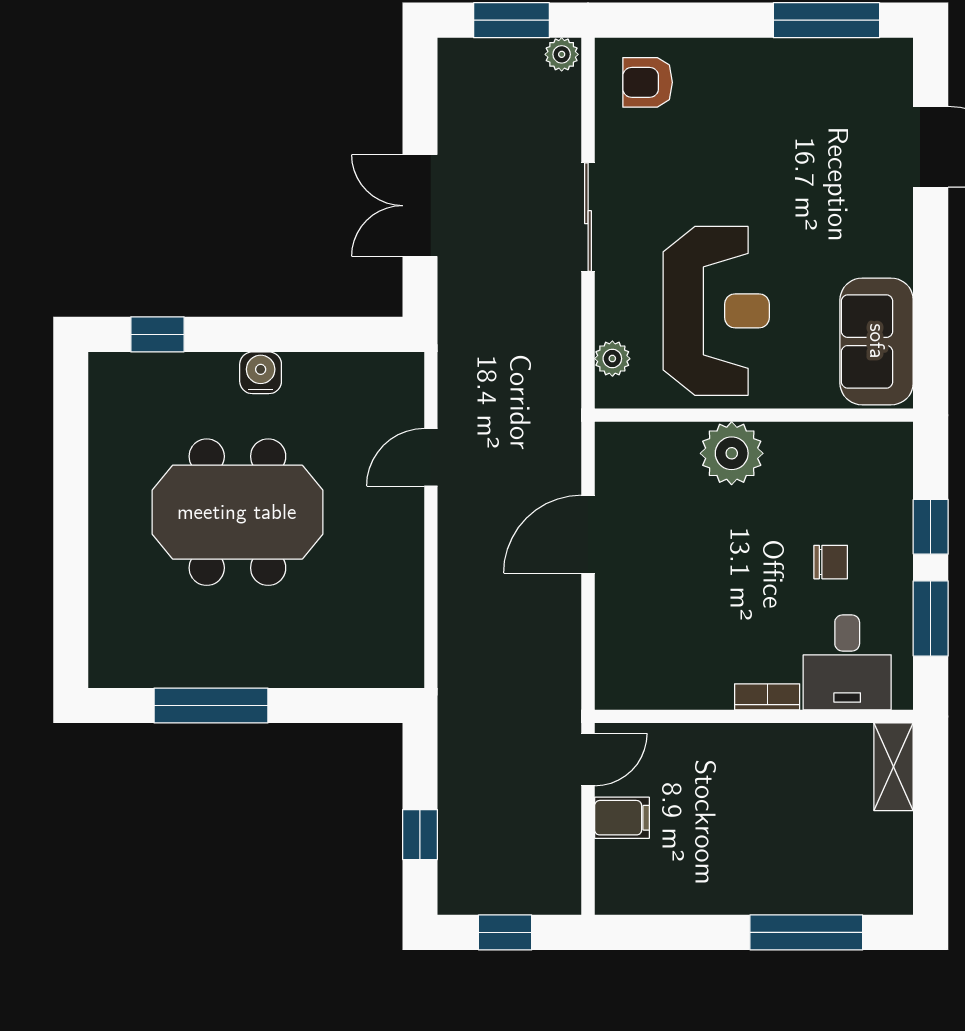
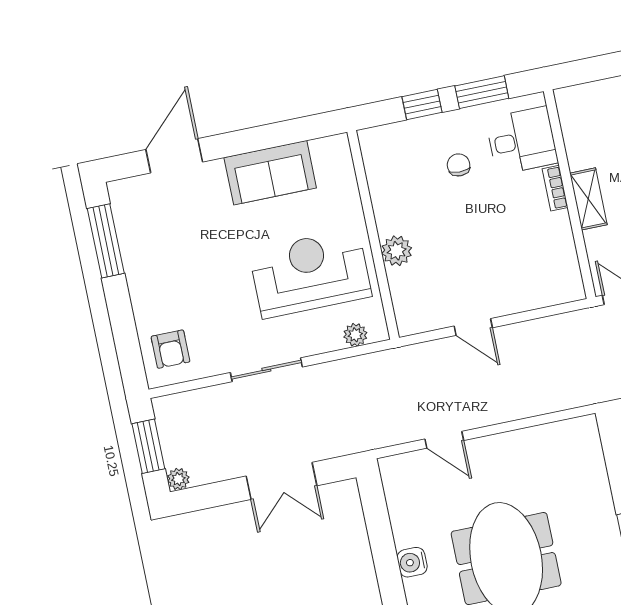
plant: (562, 54) -> (178, 479), moved
sofa: (877, 341) -> (270, 173), moved
plant: (732, 453) -> (397, 251), width x0.73, depth x0.73
door: (588, 534) -> (473, 327), width x0.73
shelving: (893, 767) -> (588, 199), moved, turned 90

